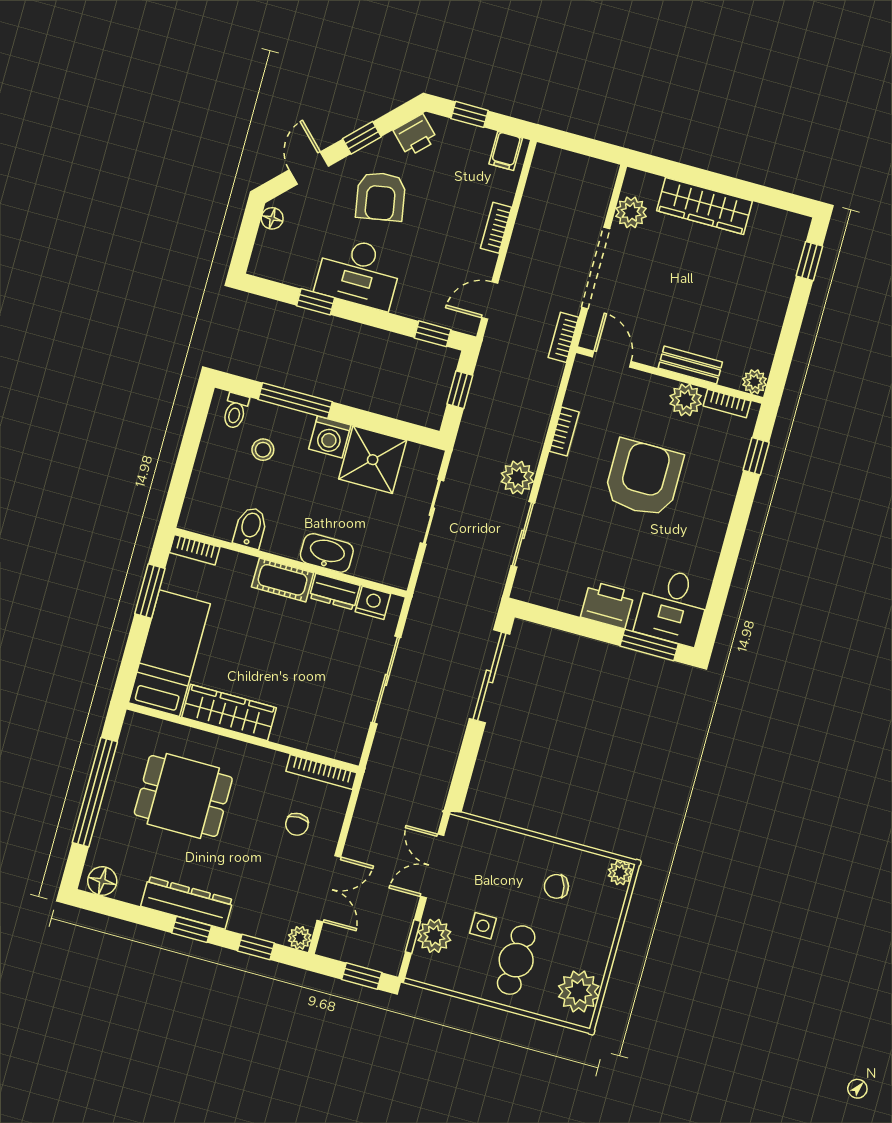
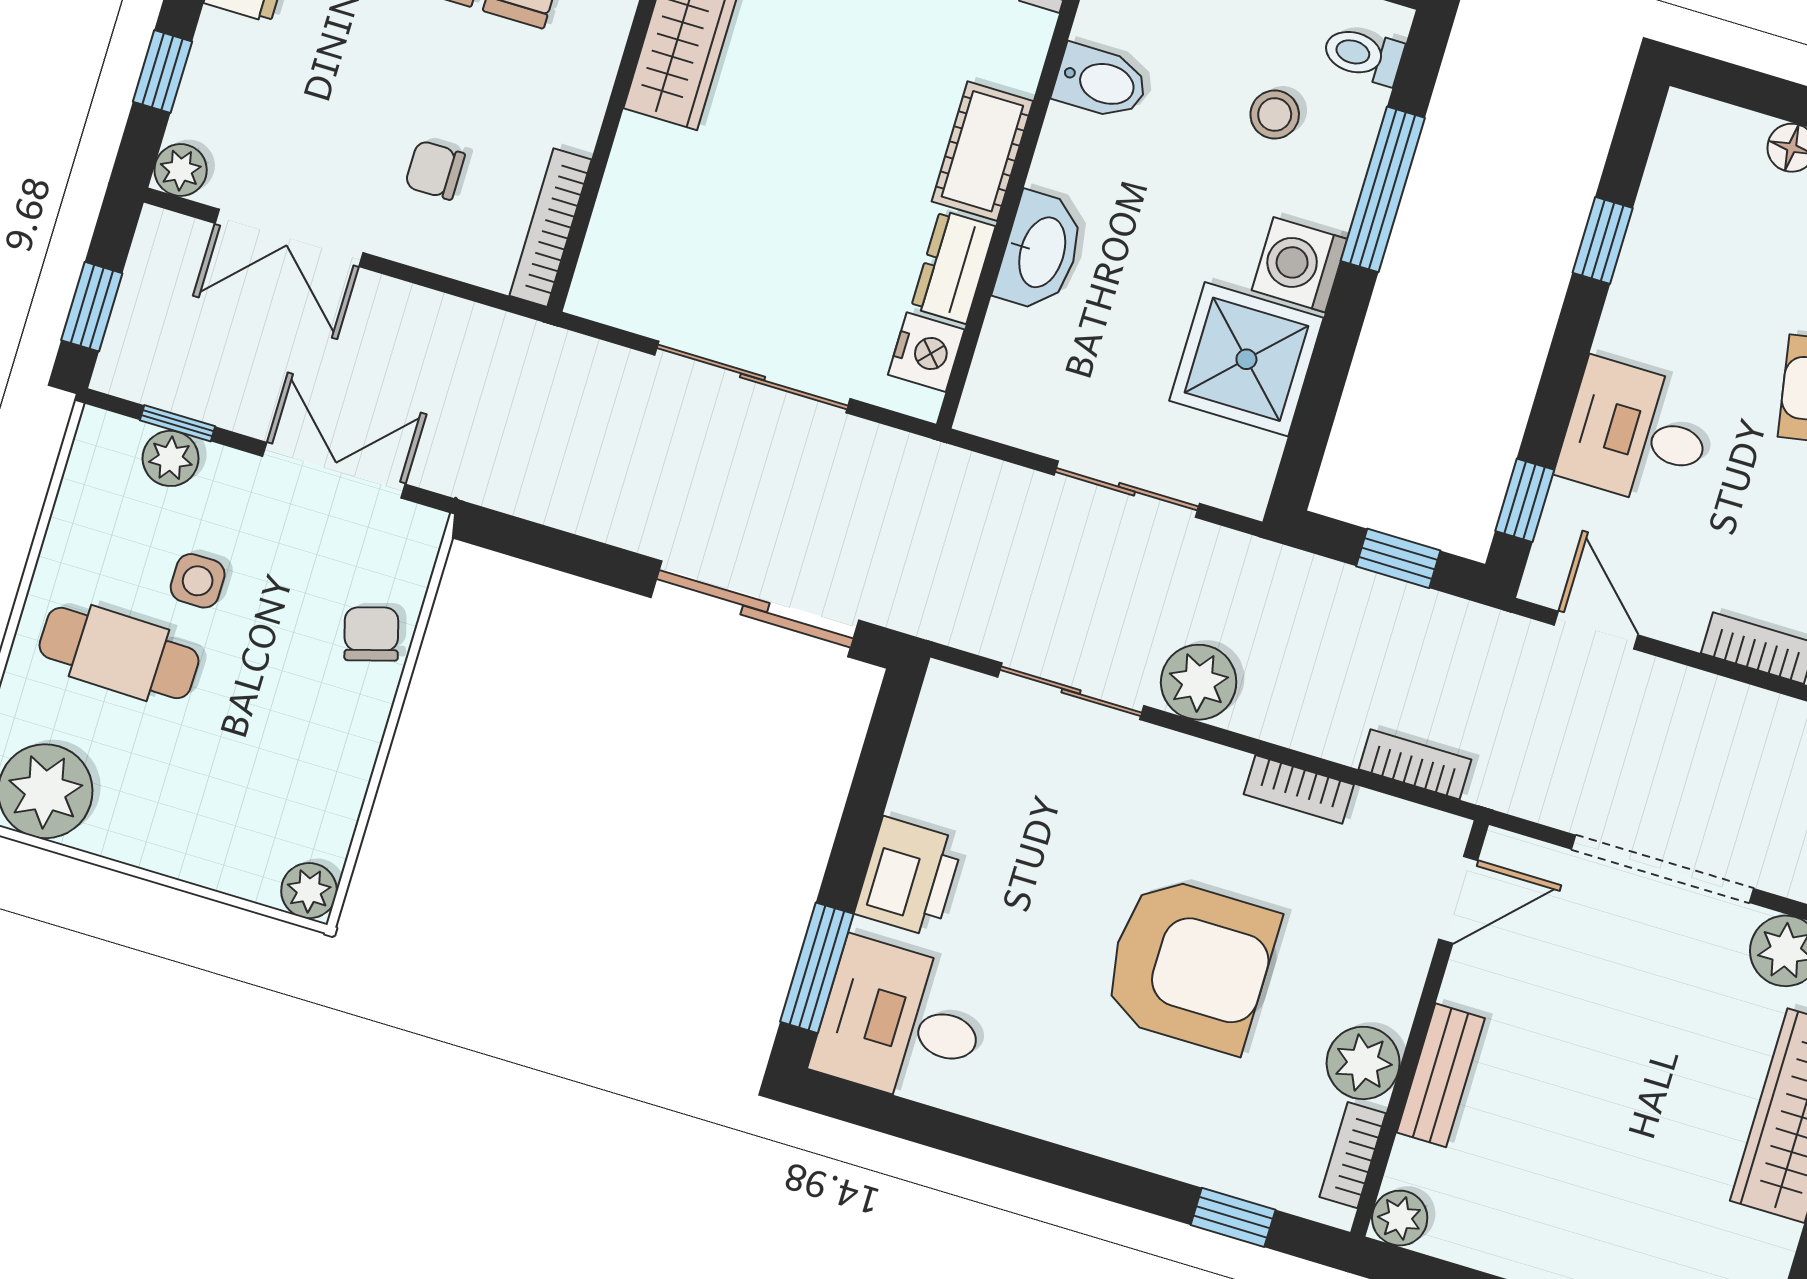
desk: (359, 273) -> (1636, 434), moved, width x0.73
bookcase: (563, 337) -> (1415, 764), moved
chair: (556, 886) -> (371, 634), moved
plant: (434, 936) -> (171, 458), width x0.73, depth x0.73

